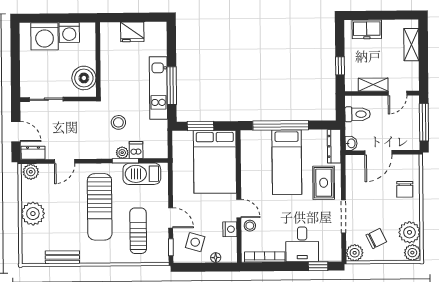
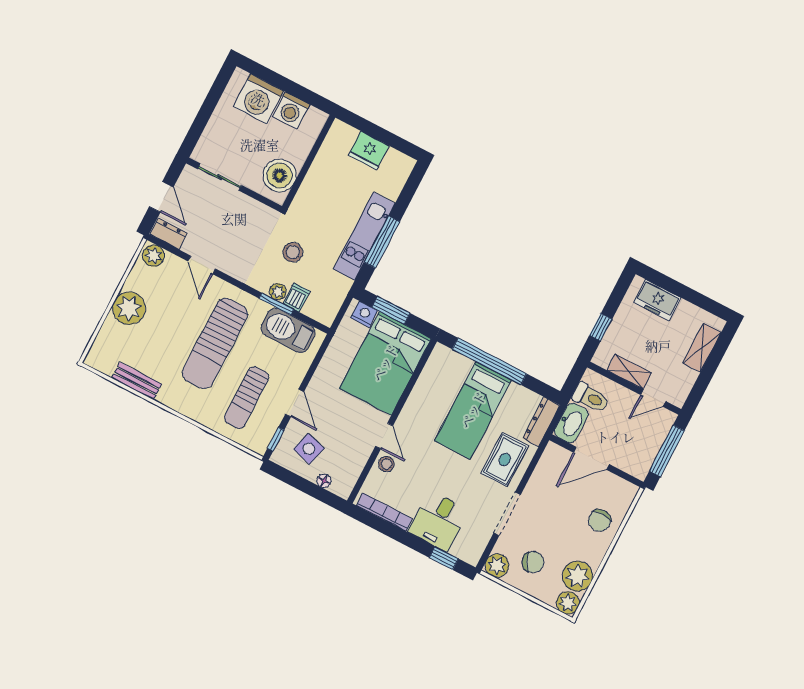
washbasin: (351, 143) -> (571, 423), width x1.91, depth x1.45
door: (65, 161) -> (202, 265), hinge flipped
nightstand: (230, 229) -> (364, 314), moved, turned -90
sun lounger: (138, 231) -> (247, 398), turned 180

